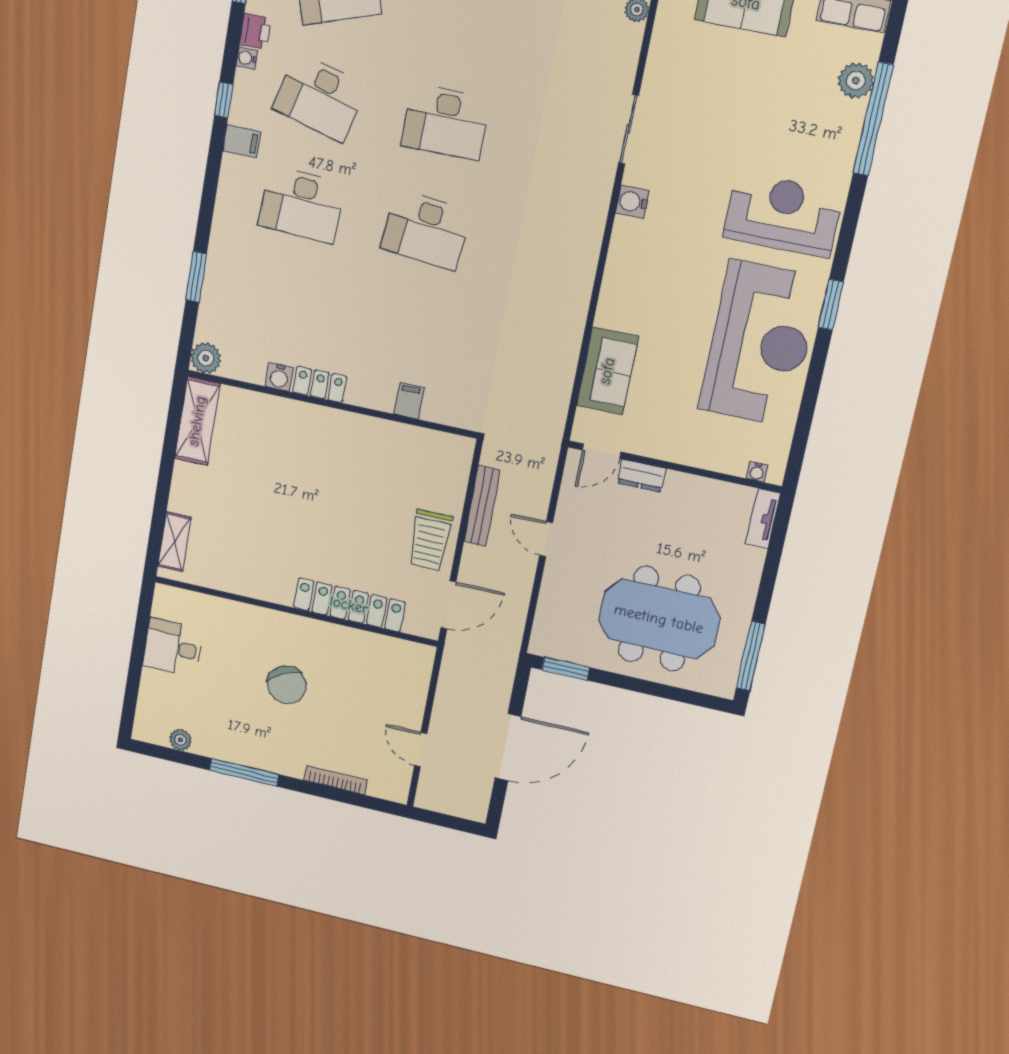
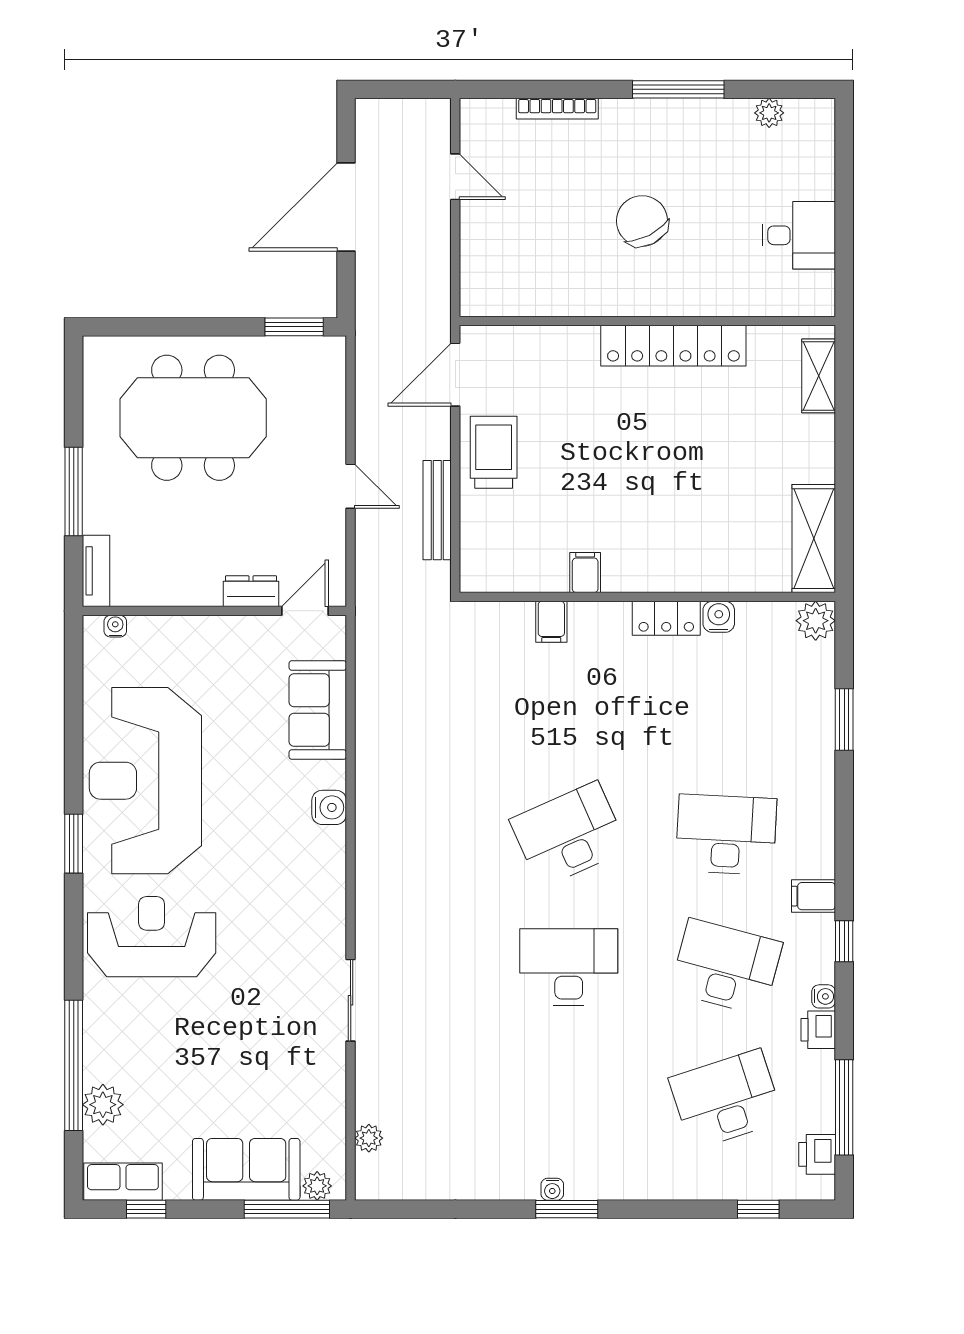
water cooler: (632, 202) -> (329, 807), moved
reception desk: (783, 215) -> (152, 937), turned 180
desk: (426, 230) -> (569, 834), turned -30
filing cabinet: (376, 433) -> (585, 572), added
locker: (349, 605) -> (673, 346), moved
window: (751, 656) -> (74, 491), moved

